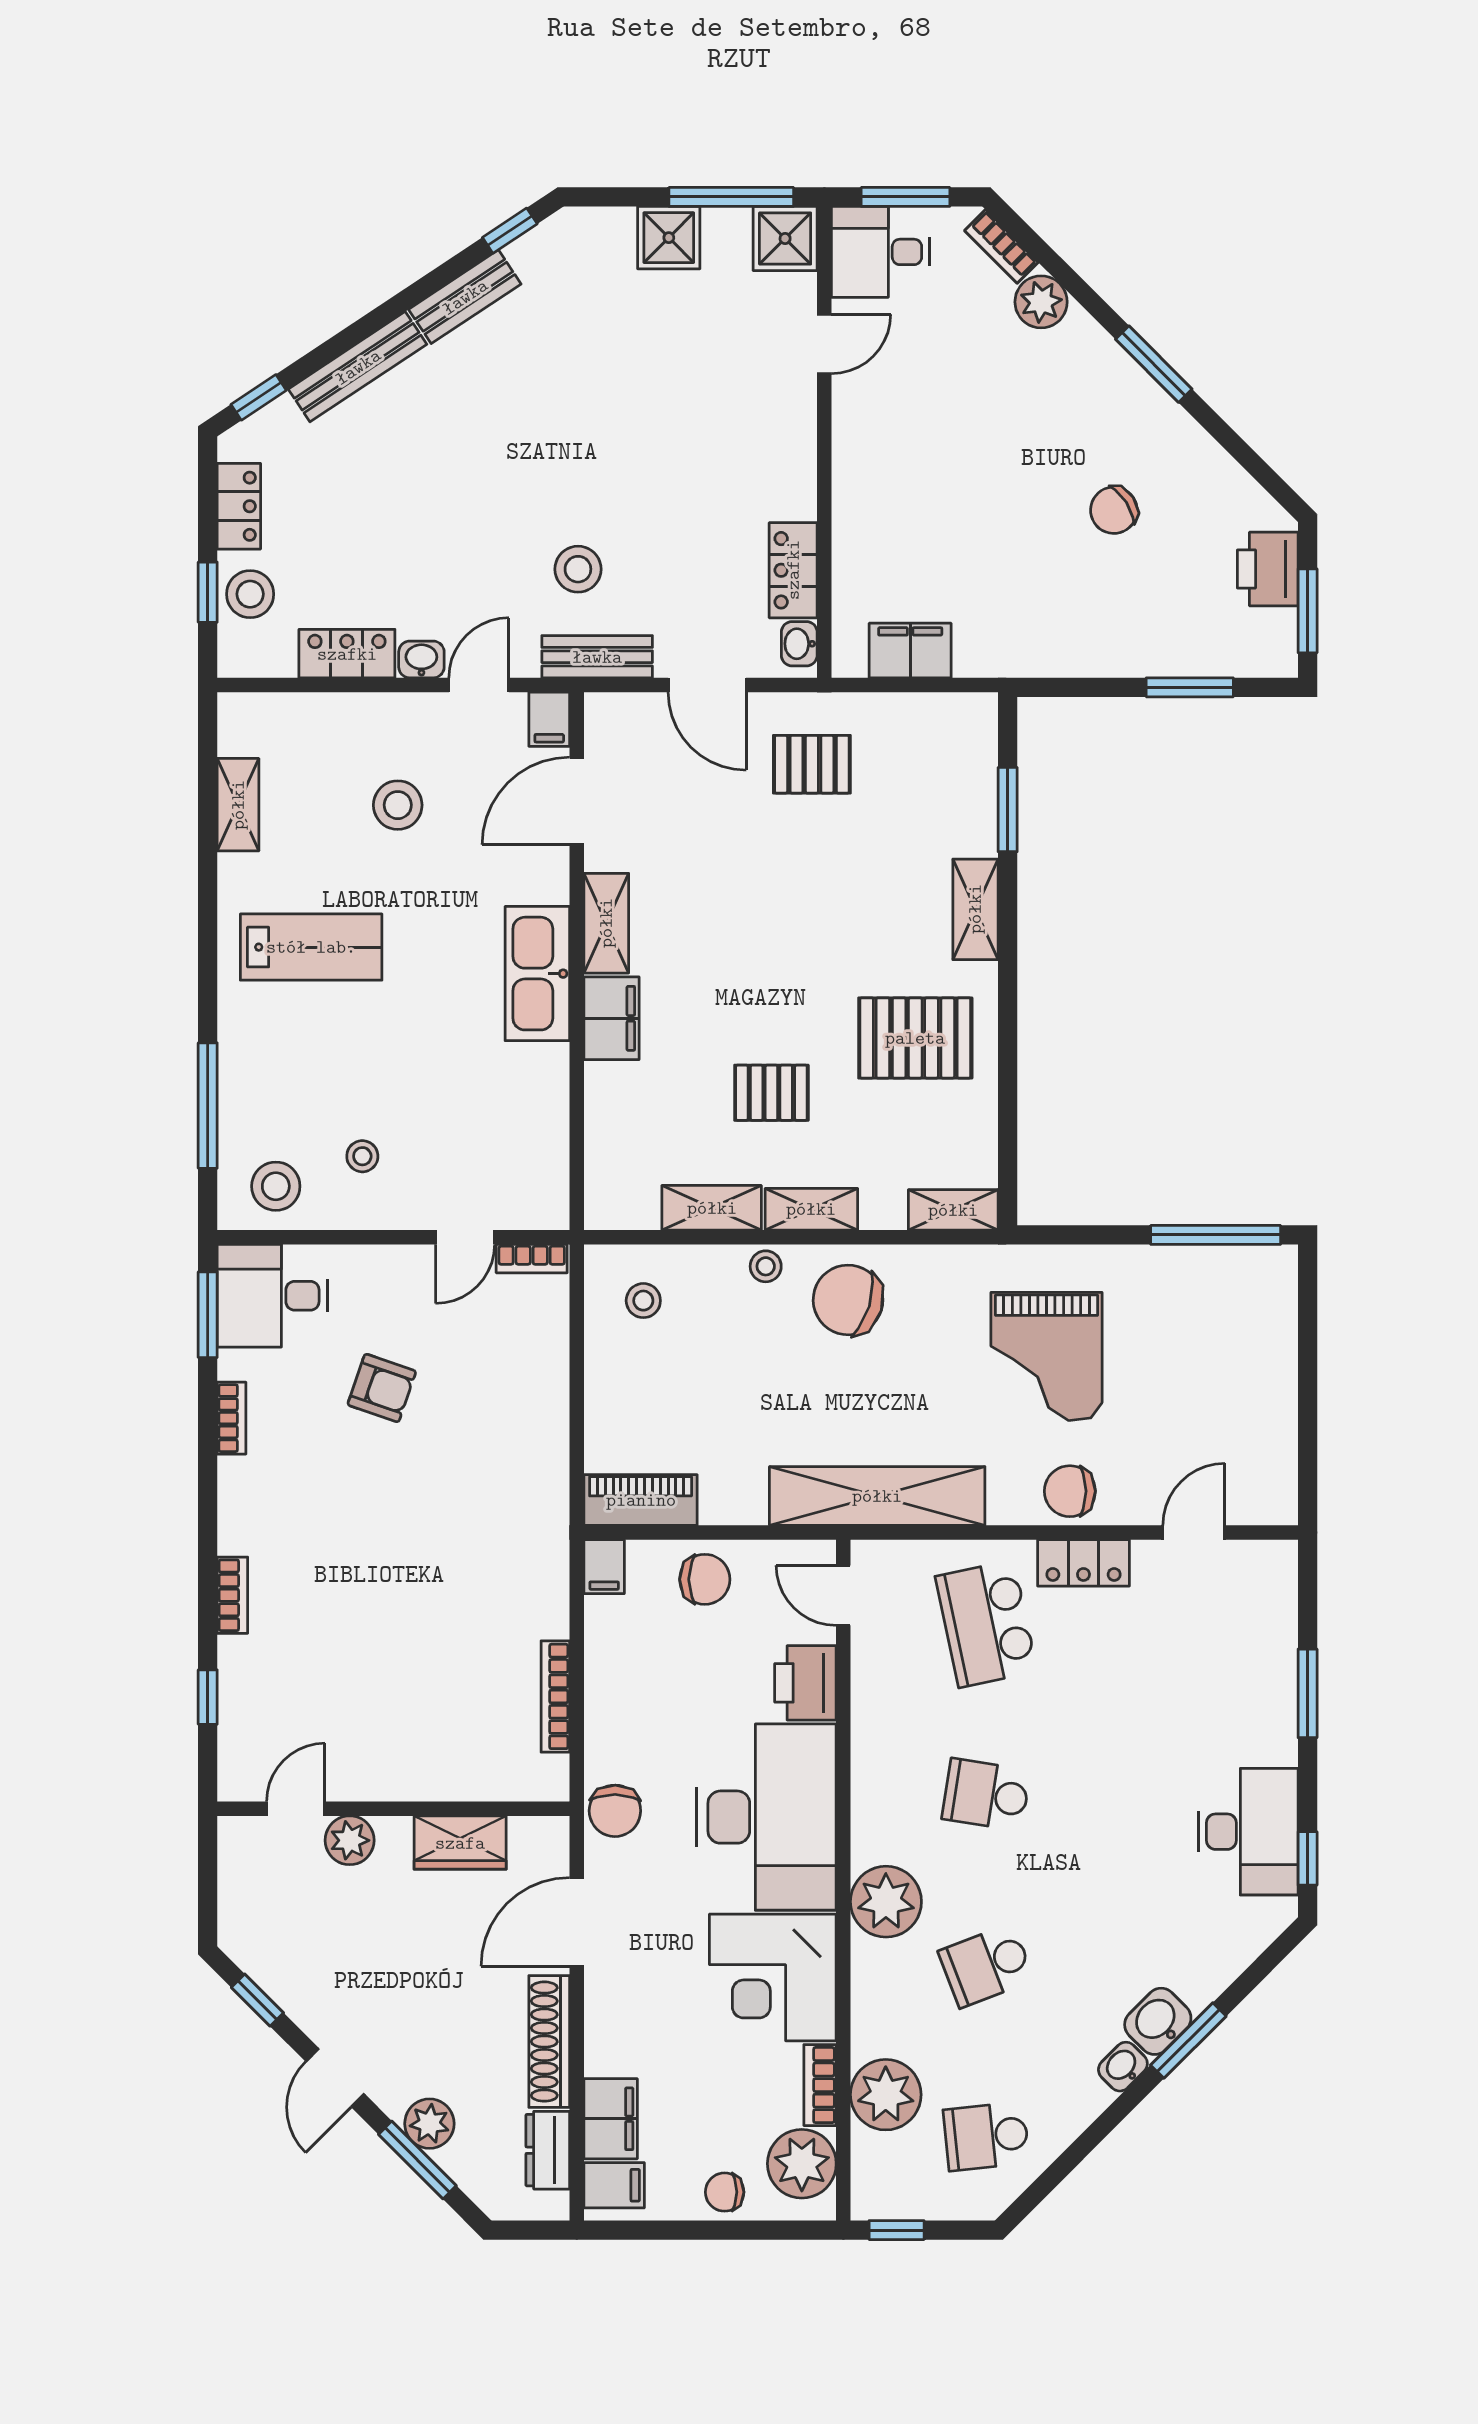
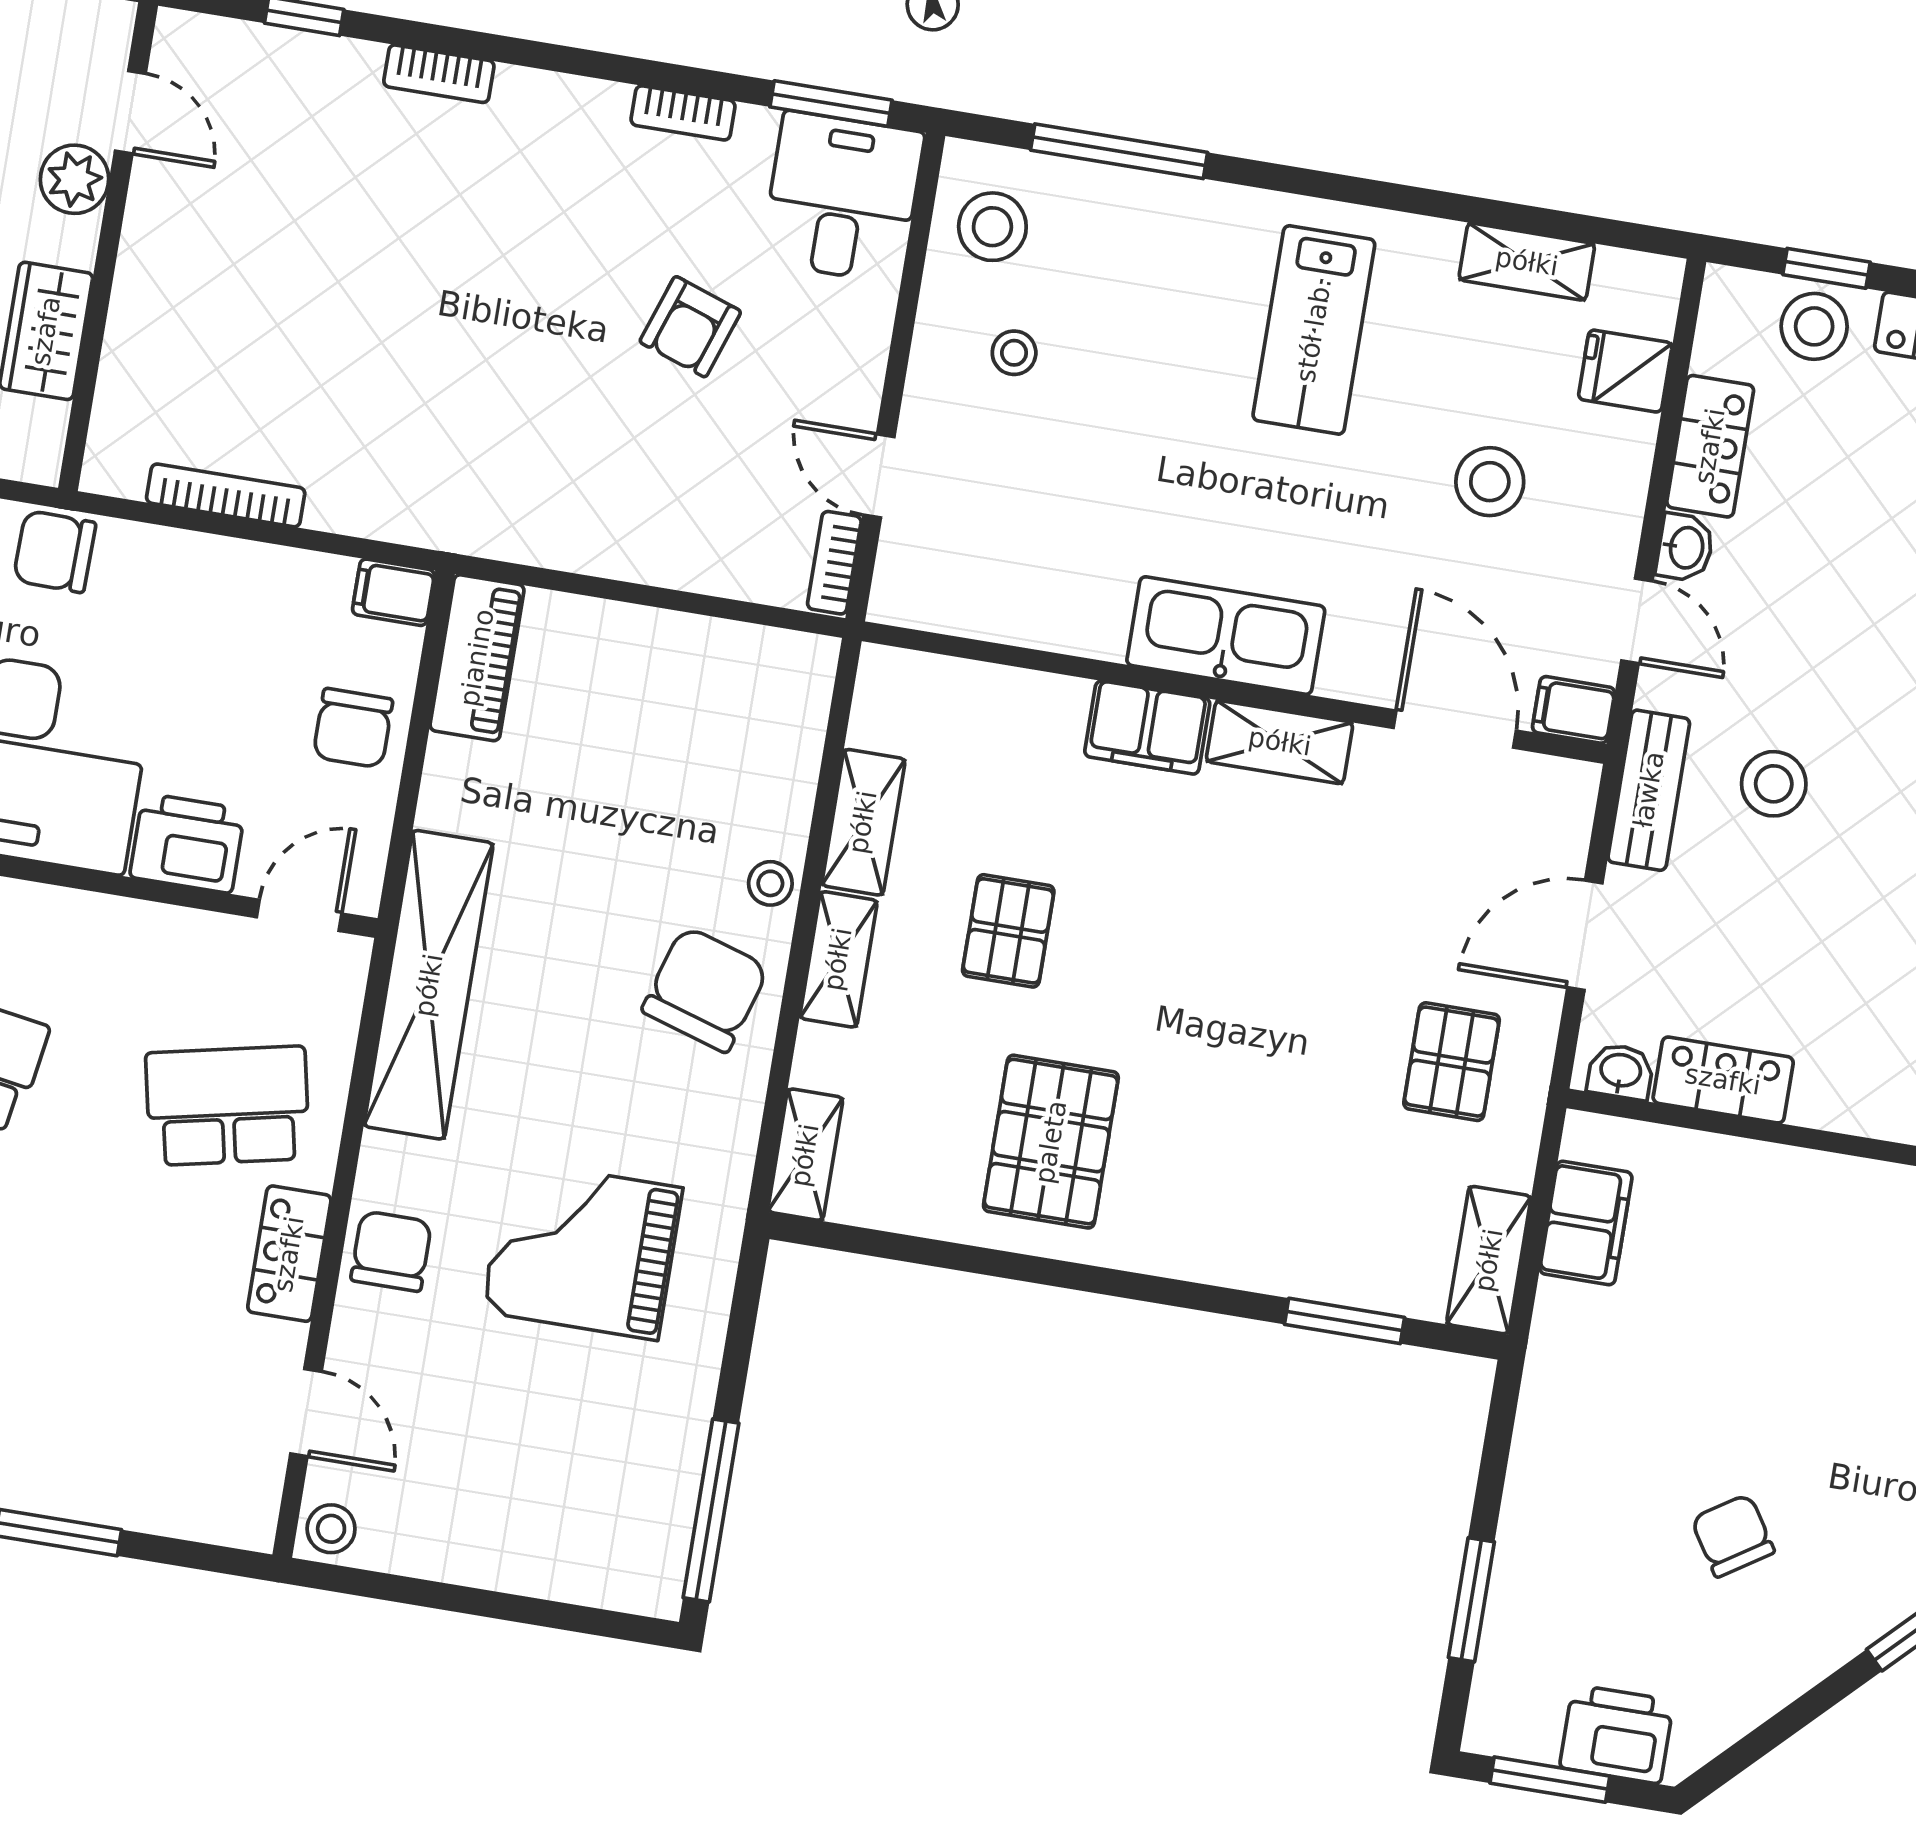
fridge: (304, 722) -> (1625, 371), added
shelving: (975, 909) -> (1489, 1260), moved, turned 90
stool: (643, 1301) -> (331, 1529), moved

